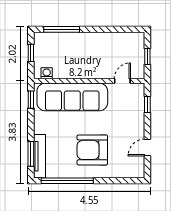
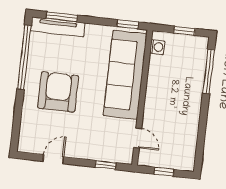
door: (147, 148) -> (53, 159), hinge flipped

